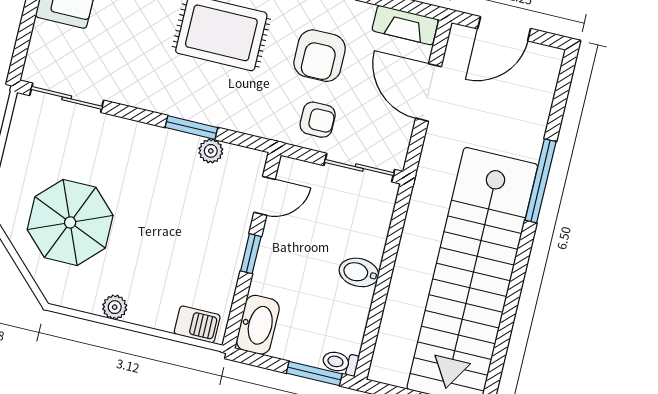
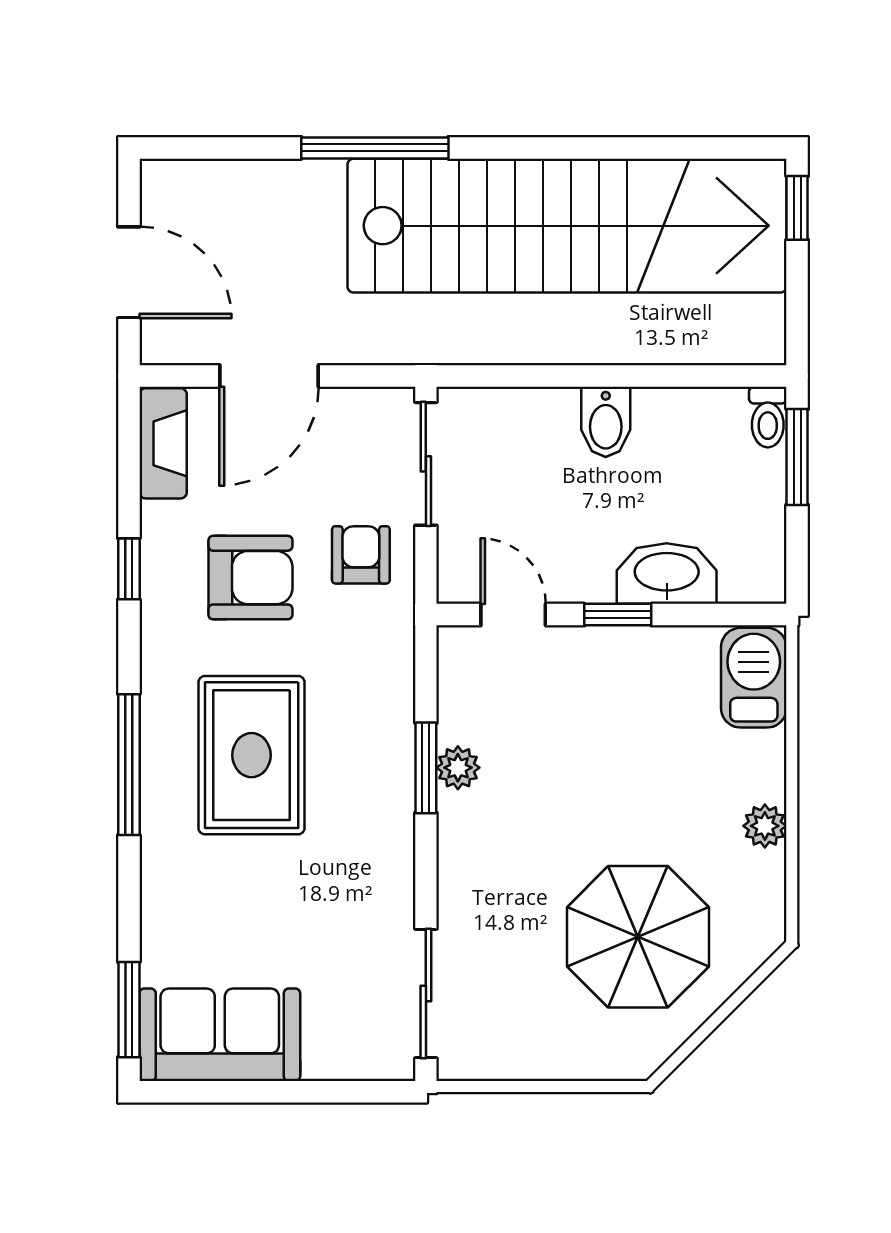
plant: (211, 151) -> (458, 768), moved
barbecue: (197, 324) -> (754, 678), width x1.38, depth x1.27
washbasin: (258, 325) -> (667, 574), moved

